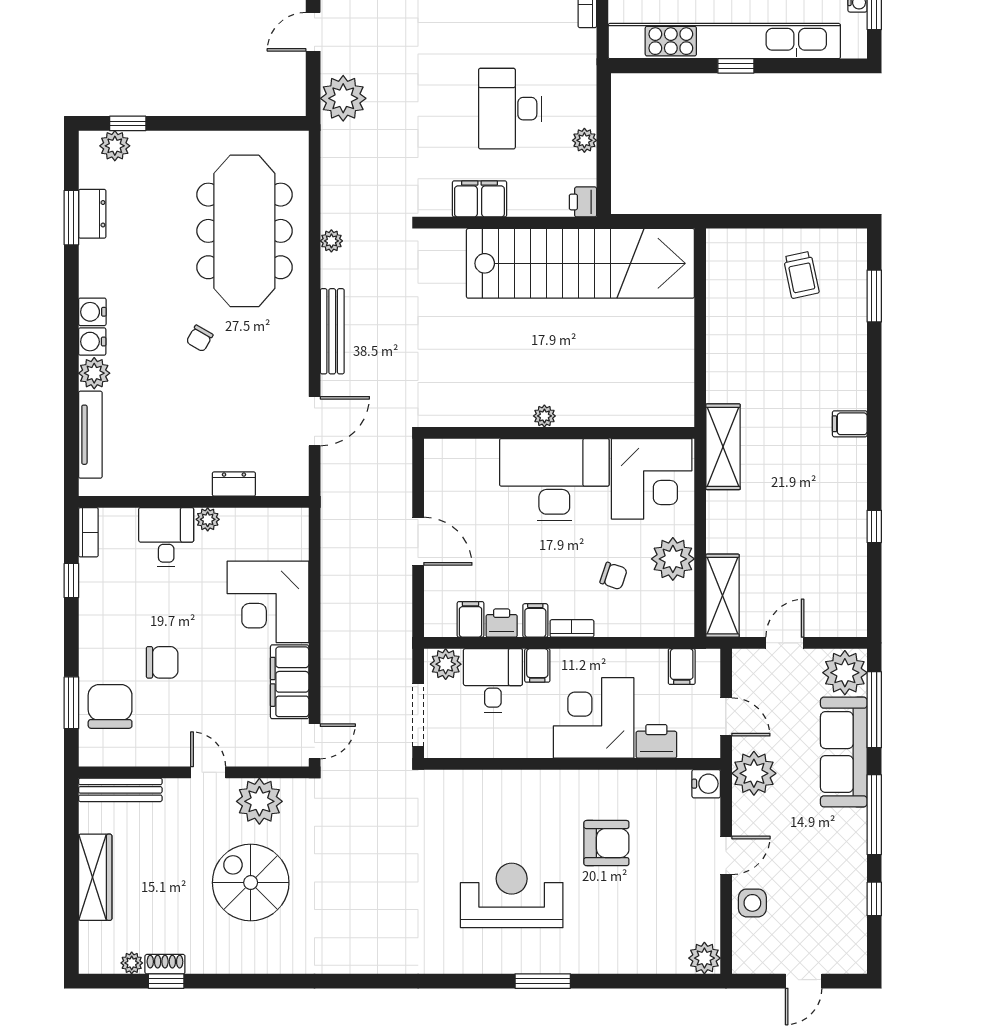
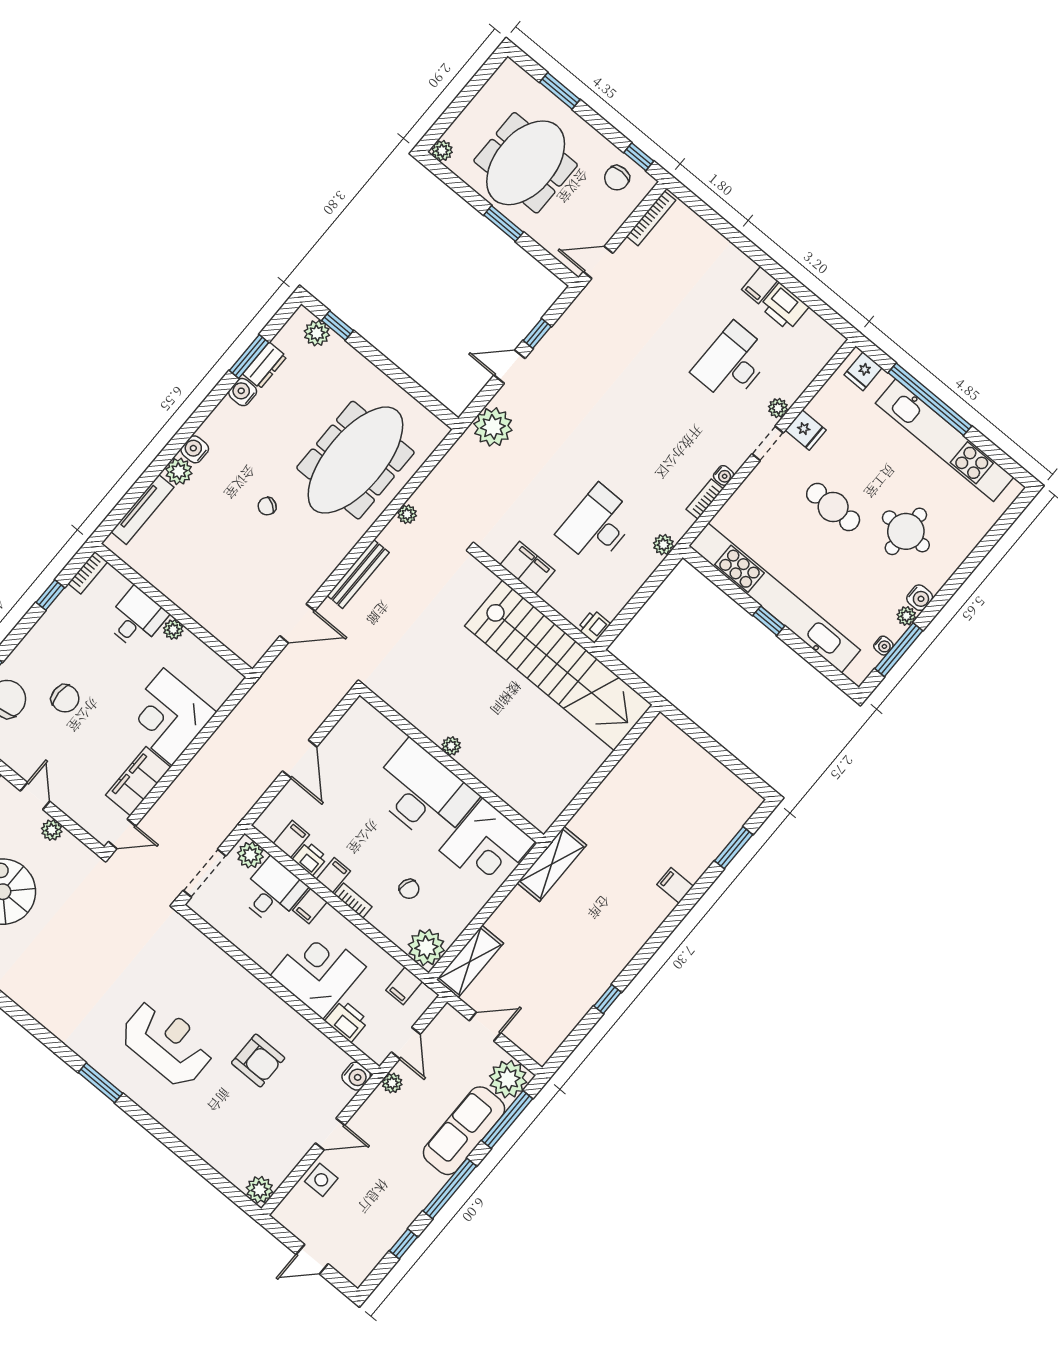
plant: (584, 140) -> (664, 545), moved
trolley: (801, 275) -> (697, 794), removed
water cooler: (92, 312) -> (243, 392), moved
filing cabinet: (850, 424) -> (675, 885), moved
dresser: (234, 484) -> (210, 621), removed
plant: (673, 559) -> (426, 947), moved
plant: (754, 773) -> (392, 1083), width x0.53, depth x0.53
plant: (259, 801) -> (52, 830), width x0.53, depth x0.53
window: (543, 981) -> (100, 1083), moved

